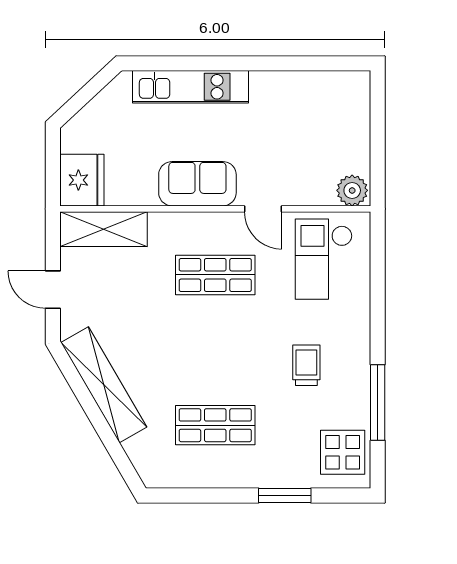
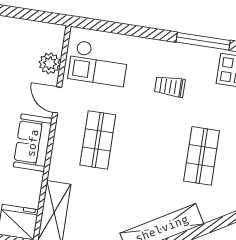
plant: (352, 190) -> (50, 63), moved
door: (263, 209) -> (57, 100), swing flipped

